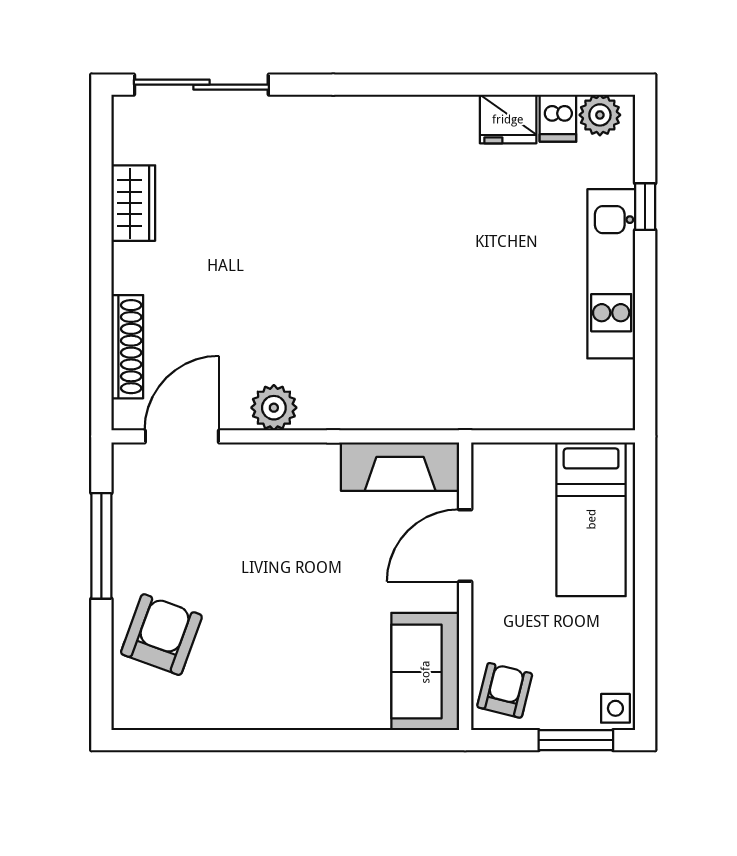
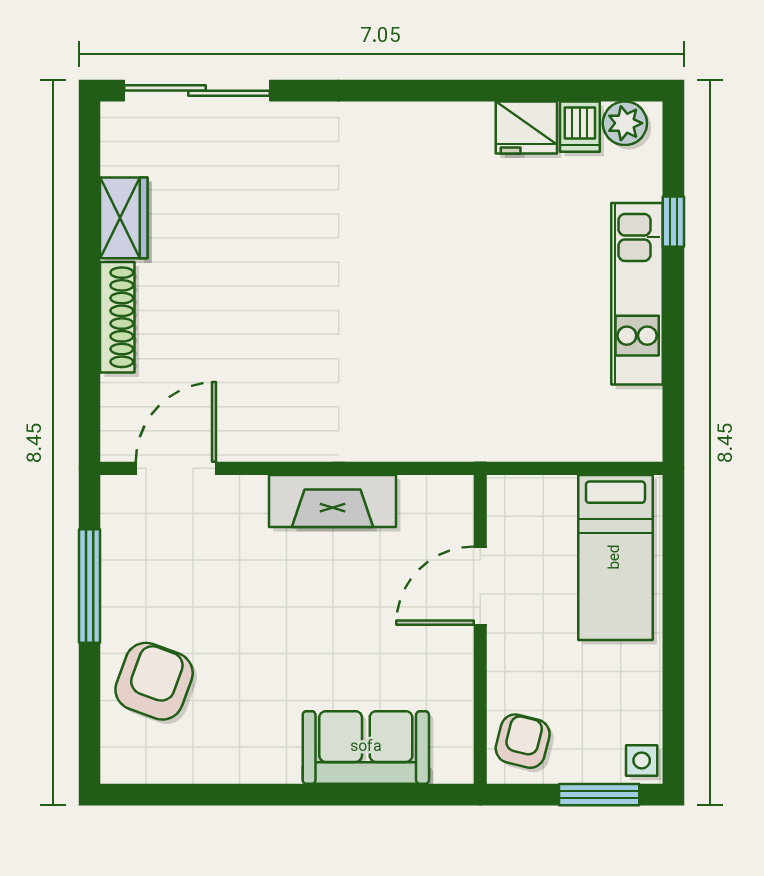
shoe rack: (127, 347) -> (117, 317), moved
plant: (274, 408) -> (275, 438), removed
fireplace: (400, 467) -> (333, 501), moved
sofa: (425, 672) -> (366, 747), moved, turned 90

